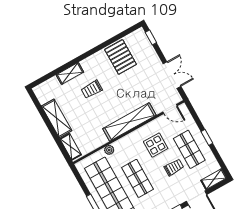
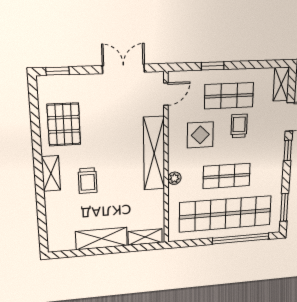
pallet: (121, 57) -> (64, 124), turned 90
shelving: (70, 73) -> (51, 173), moved
window: (207, 137) -> (213, 66), moved
plant: (109, 150) -> (174, 178), moved

